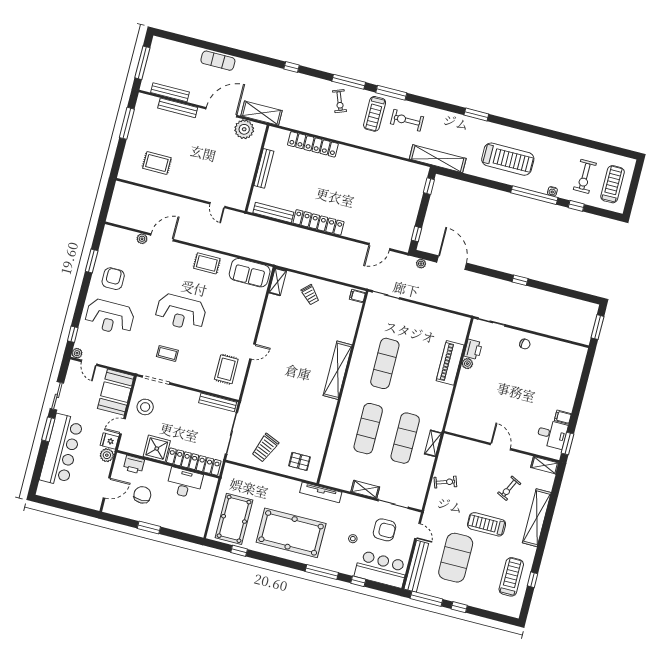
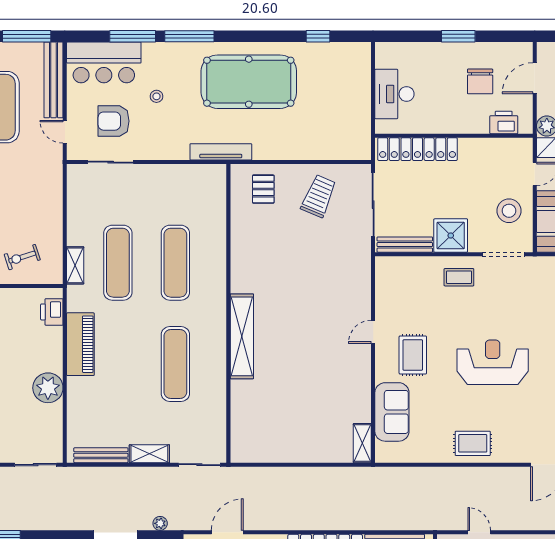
sofa: (250, 273) -> (392, 412), moved, turned 90
trolley: (310, 295) -> (310, 436), removed
filing cabinet: (357, 296) -> (241, 452), removed
bench: (448, 317) -> (101, 455), added
printer: (473, 349) -> (52, 312), moved
coffee table: (167, 353) -> (459, 277), moved
piano: (450, 363) -> (80, 344), moved
plant: (467, 364) -> (48, 388), width x1.88, depth x1.88
rug: (226, 369) -> (413, 355), moved
shower: (157, 449) -> (451, 235), moved
pallet: (300, 461) -> (263, 189), turned 90
exercise bike: (445, 482) -> (22, 257), moved
desk: (185, 483) -> (394, 94), moved, turned 90
shelving: (365, 489) -> (149, 454), moved
pool table: (234, 519) -> (337, 81), removed
window: (358, 581) -> (133, 36), width x2.17

